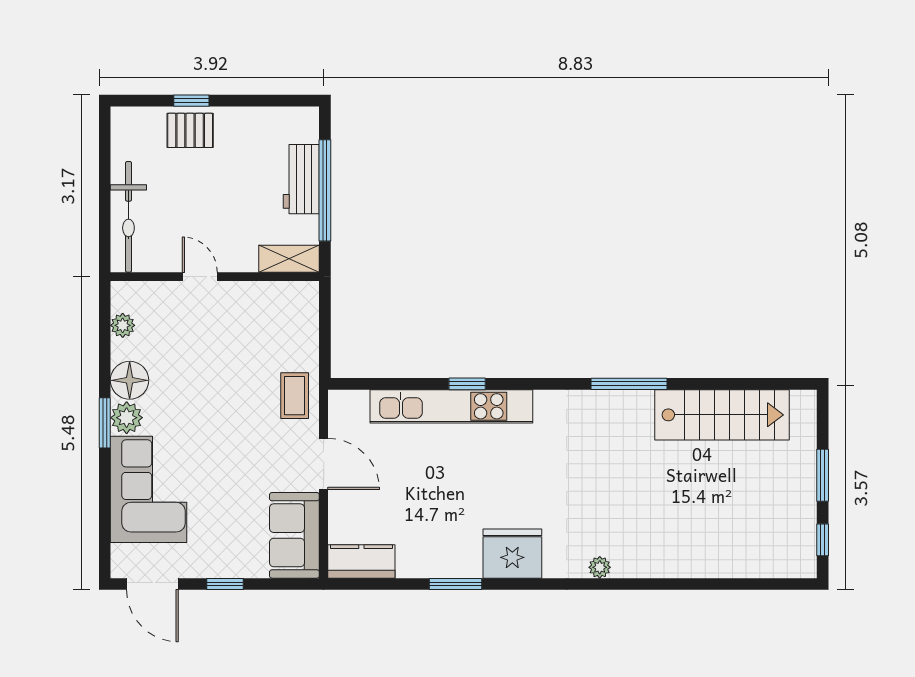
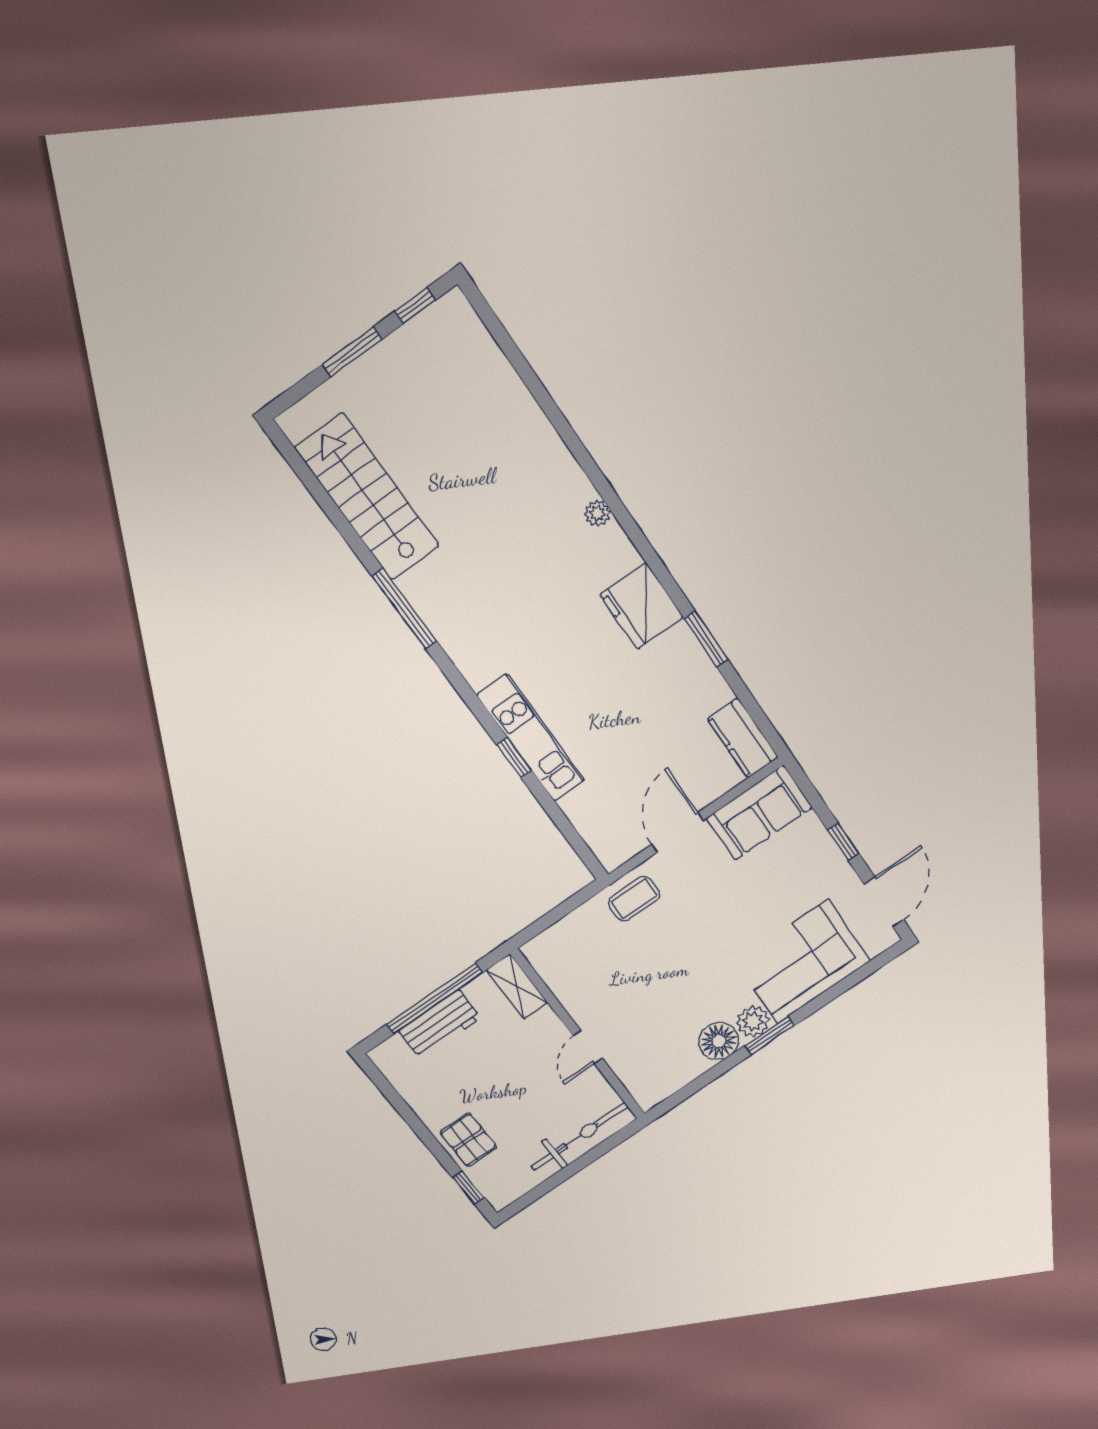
window: (191, 101) -> (468, 1188), moved
plant: (123, 325) -> (675, 1078), removed
kitchen unit: (451, 406) -> (531, 738), width x0.73

